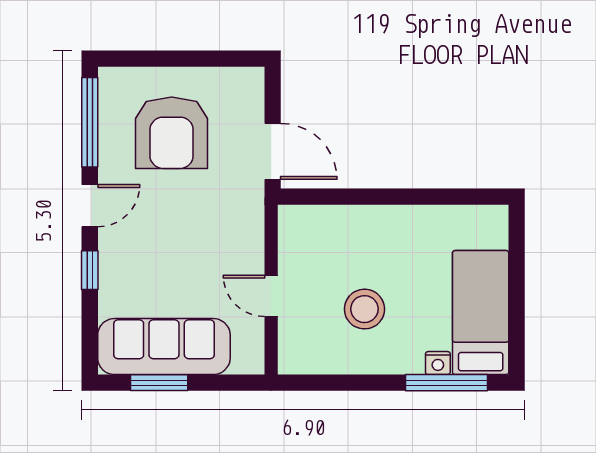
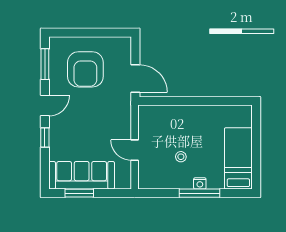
window: (90, 122) -> (45, 64), width x0.69
stool: (364, 309) -> (181, 157), width x0.53, depth x0.53
nightstand: (438, 363) -> (200, 183), moved
window: (447, 383) -> (200, 193), moved

